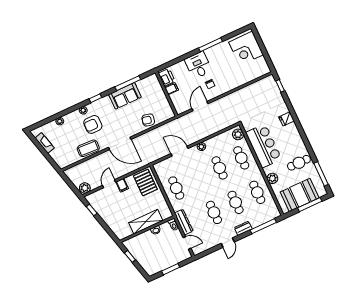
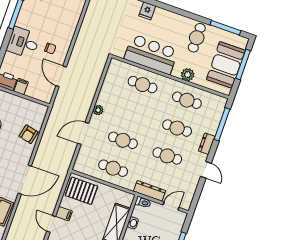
plant: (238, 134) -> (119, 67), removed
cafe table: (220, 168) -> (123, 140), moved

